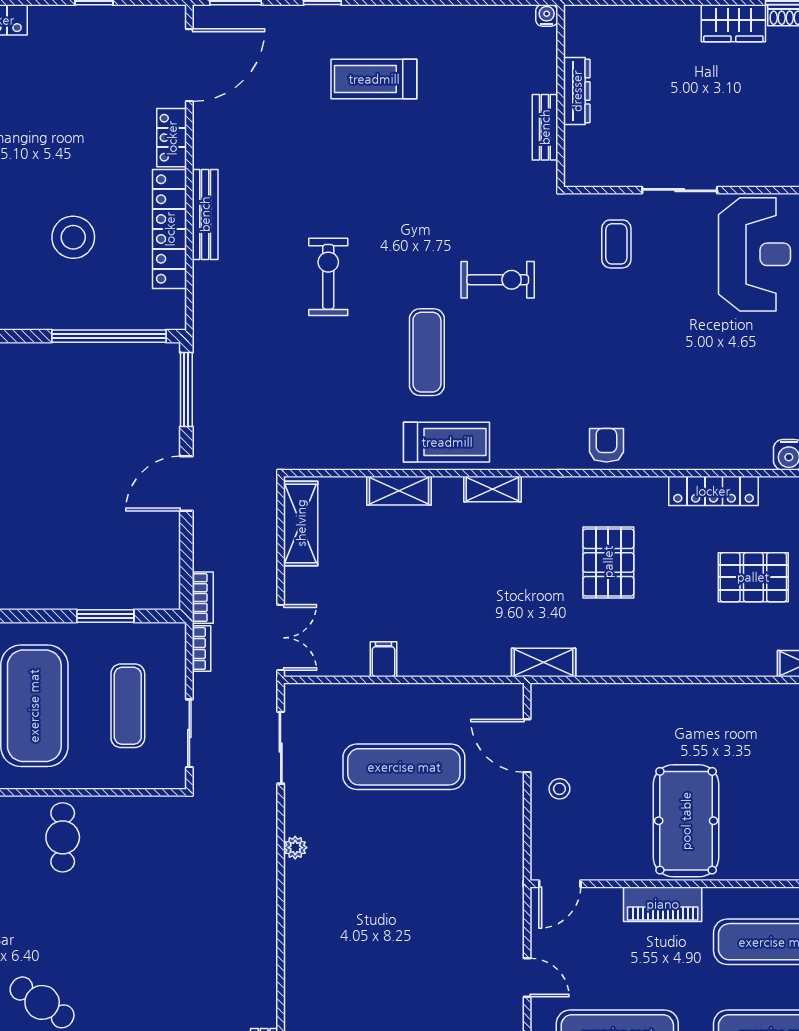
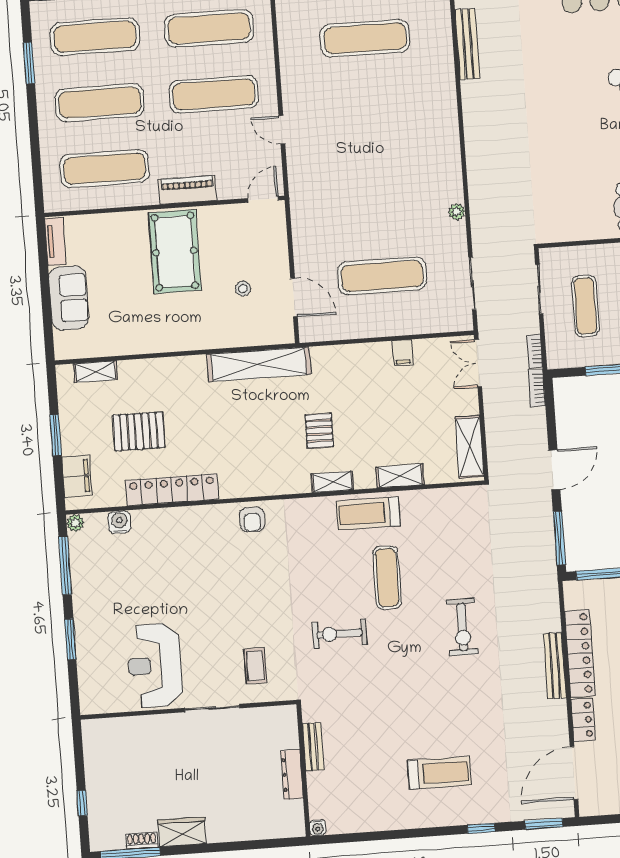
locker: (713, 491) -> (172, 490), width x1.41, depth x1.21
pallet: (608, 562) -> (319, 431), moved, width x0.67, depth x0.71
shelving: (544, 662) -> (259, 364), width x2.20, depth x1.33
stool: (559, 789) -> (243, 289), moved

